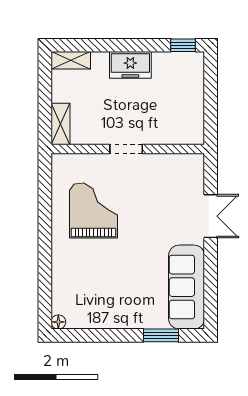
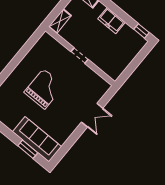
grand piano: (93, 210) -> (44, 89), moved
sofa: (187, 287) -> (37, 139), moved, turned 90

